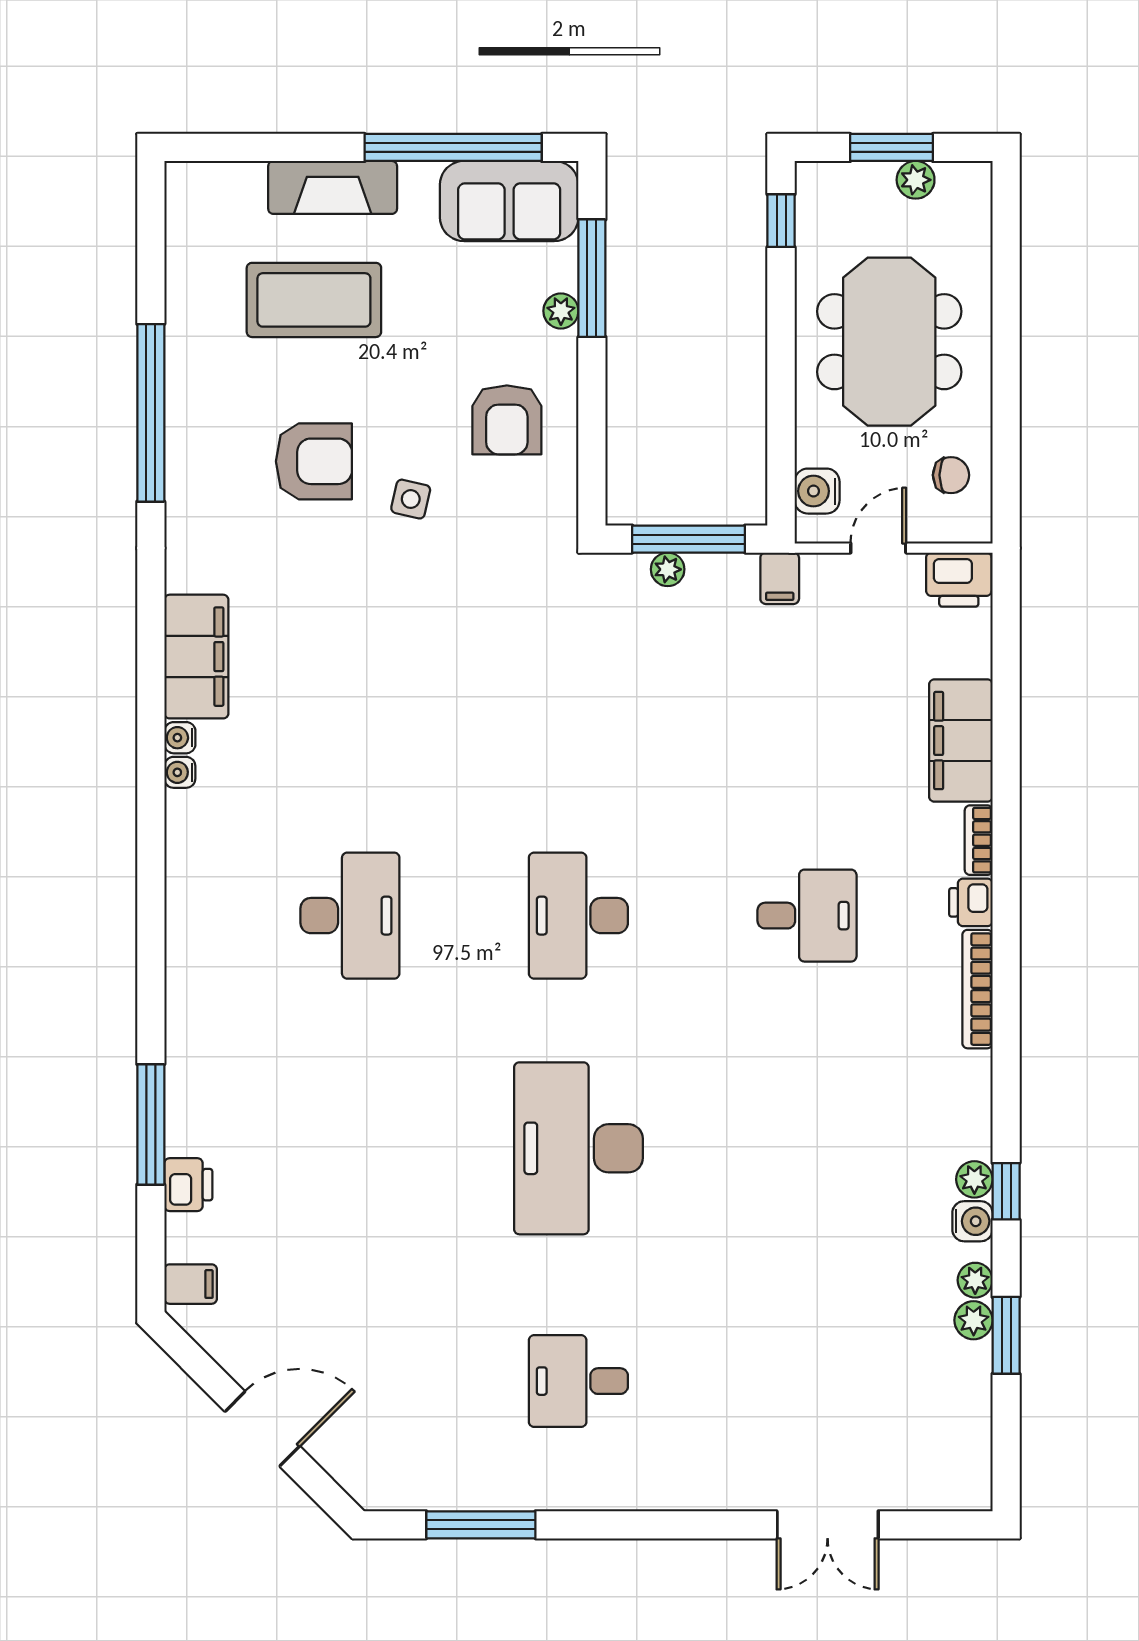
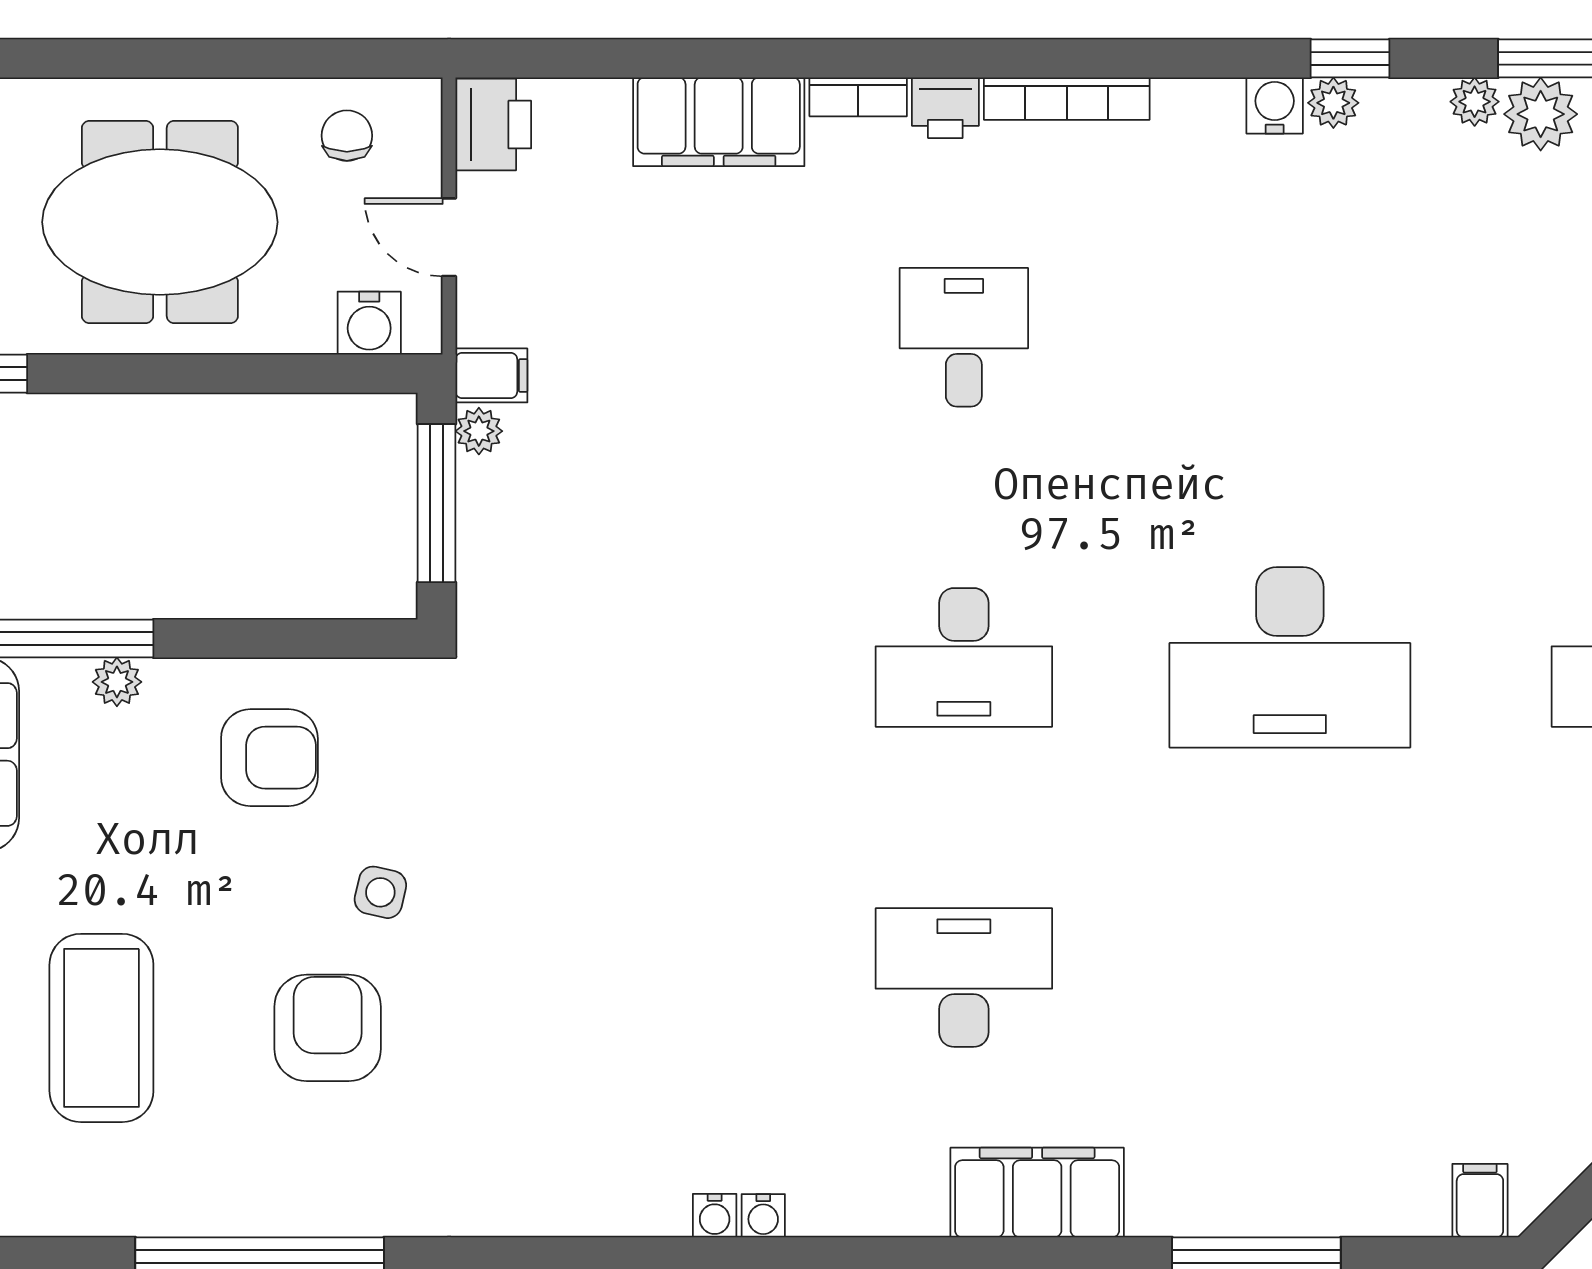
plant: (668, 569) -> (479, 431), moved
filing cabinet: (196, 657) -> (1037, 1193), moved
printer: (188, 1185) -> (1341, 1204), removed
water cooler: (972, 1221) -> (1275, 106), moved
plant: (974, 1320) -> (1541, 114), width x1.38, depth x1.38

